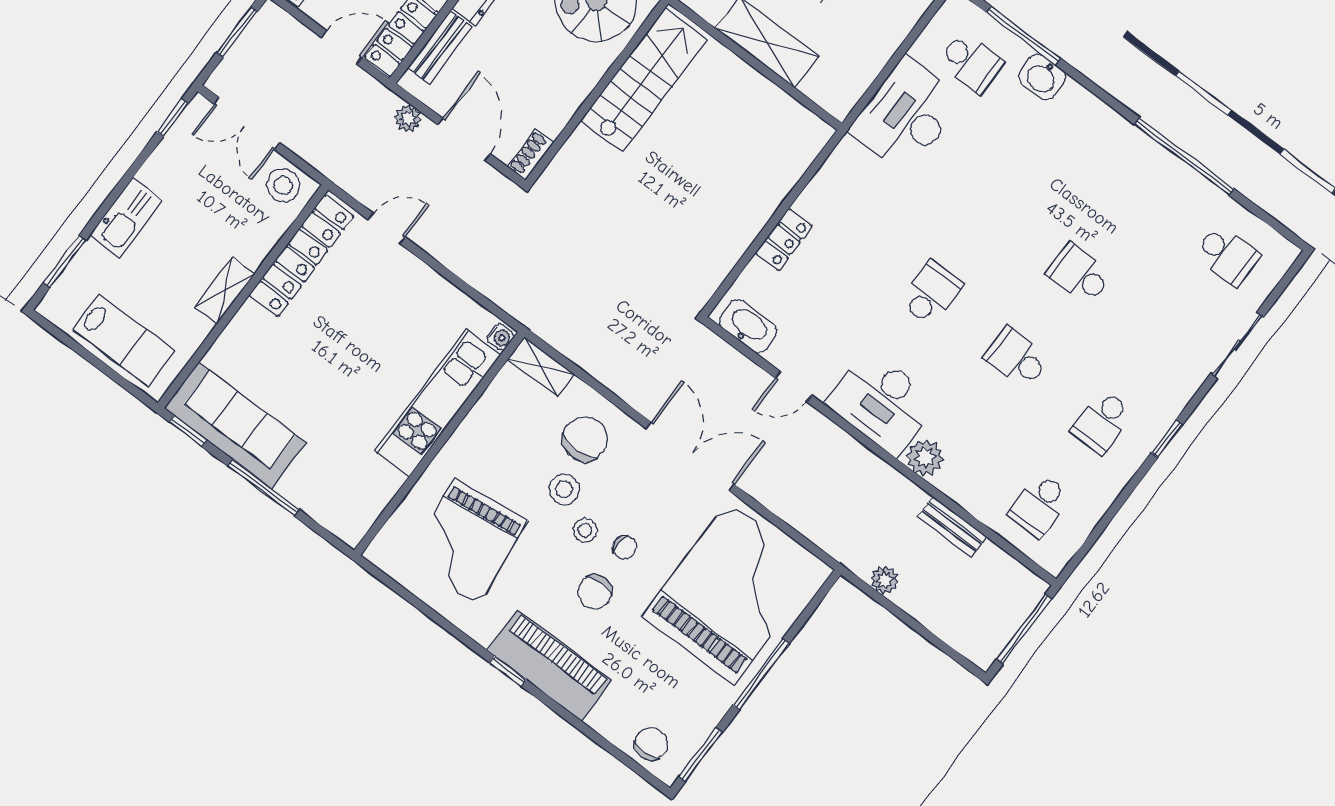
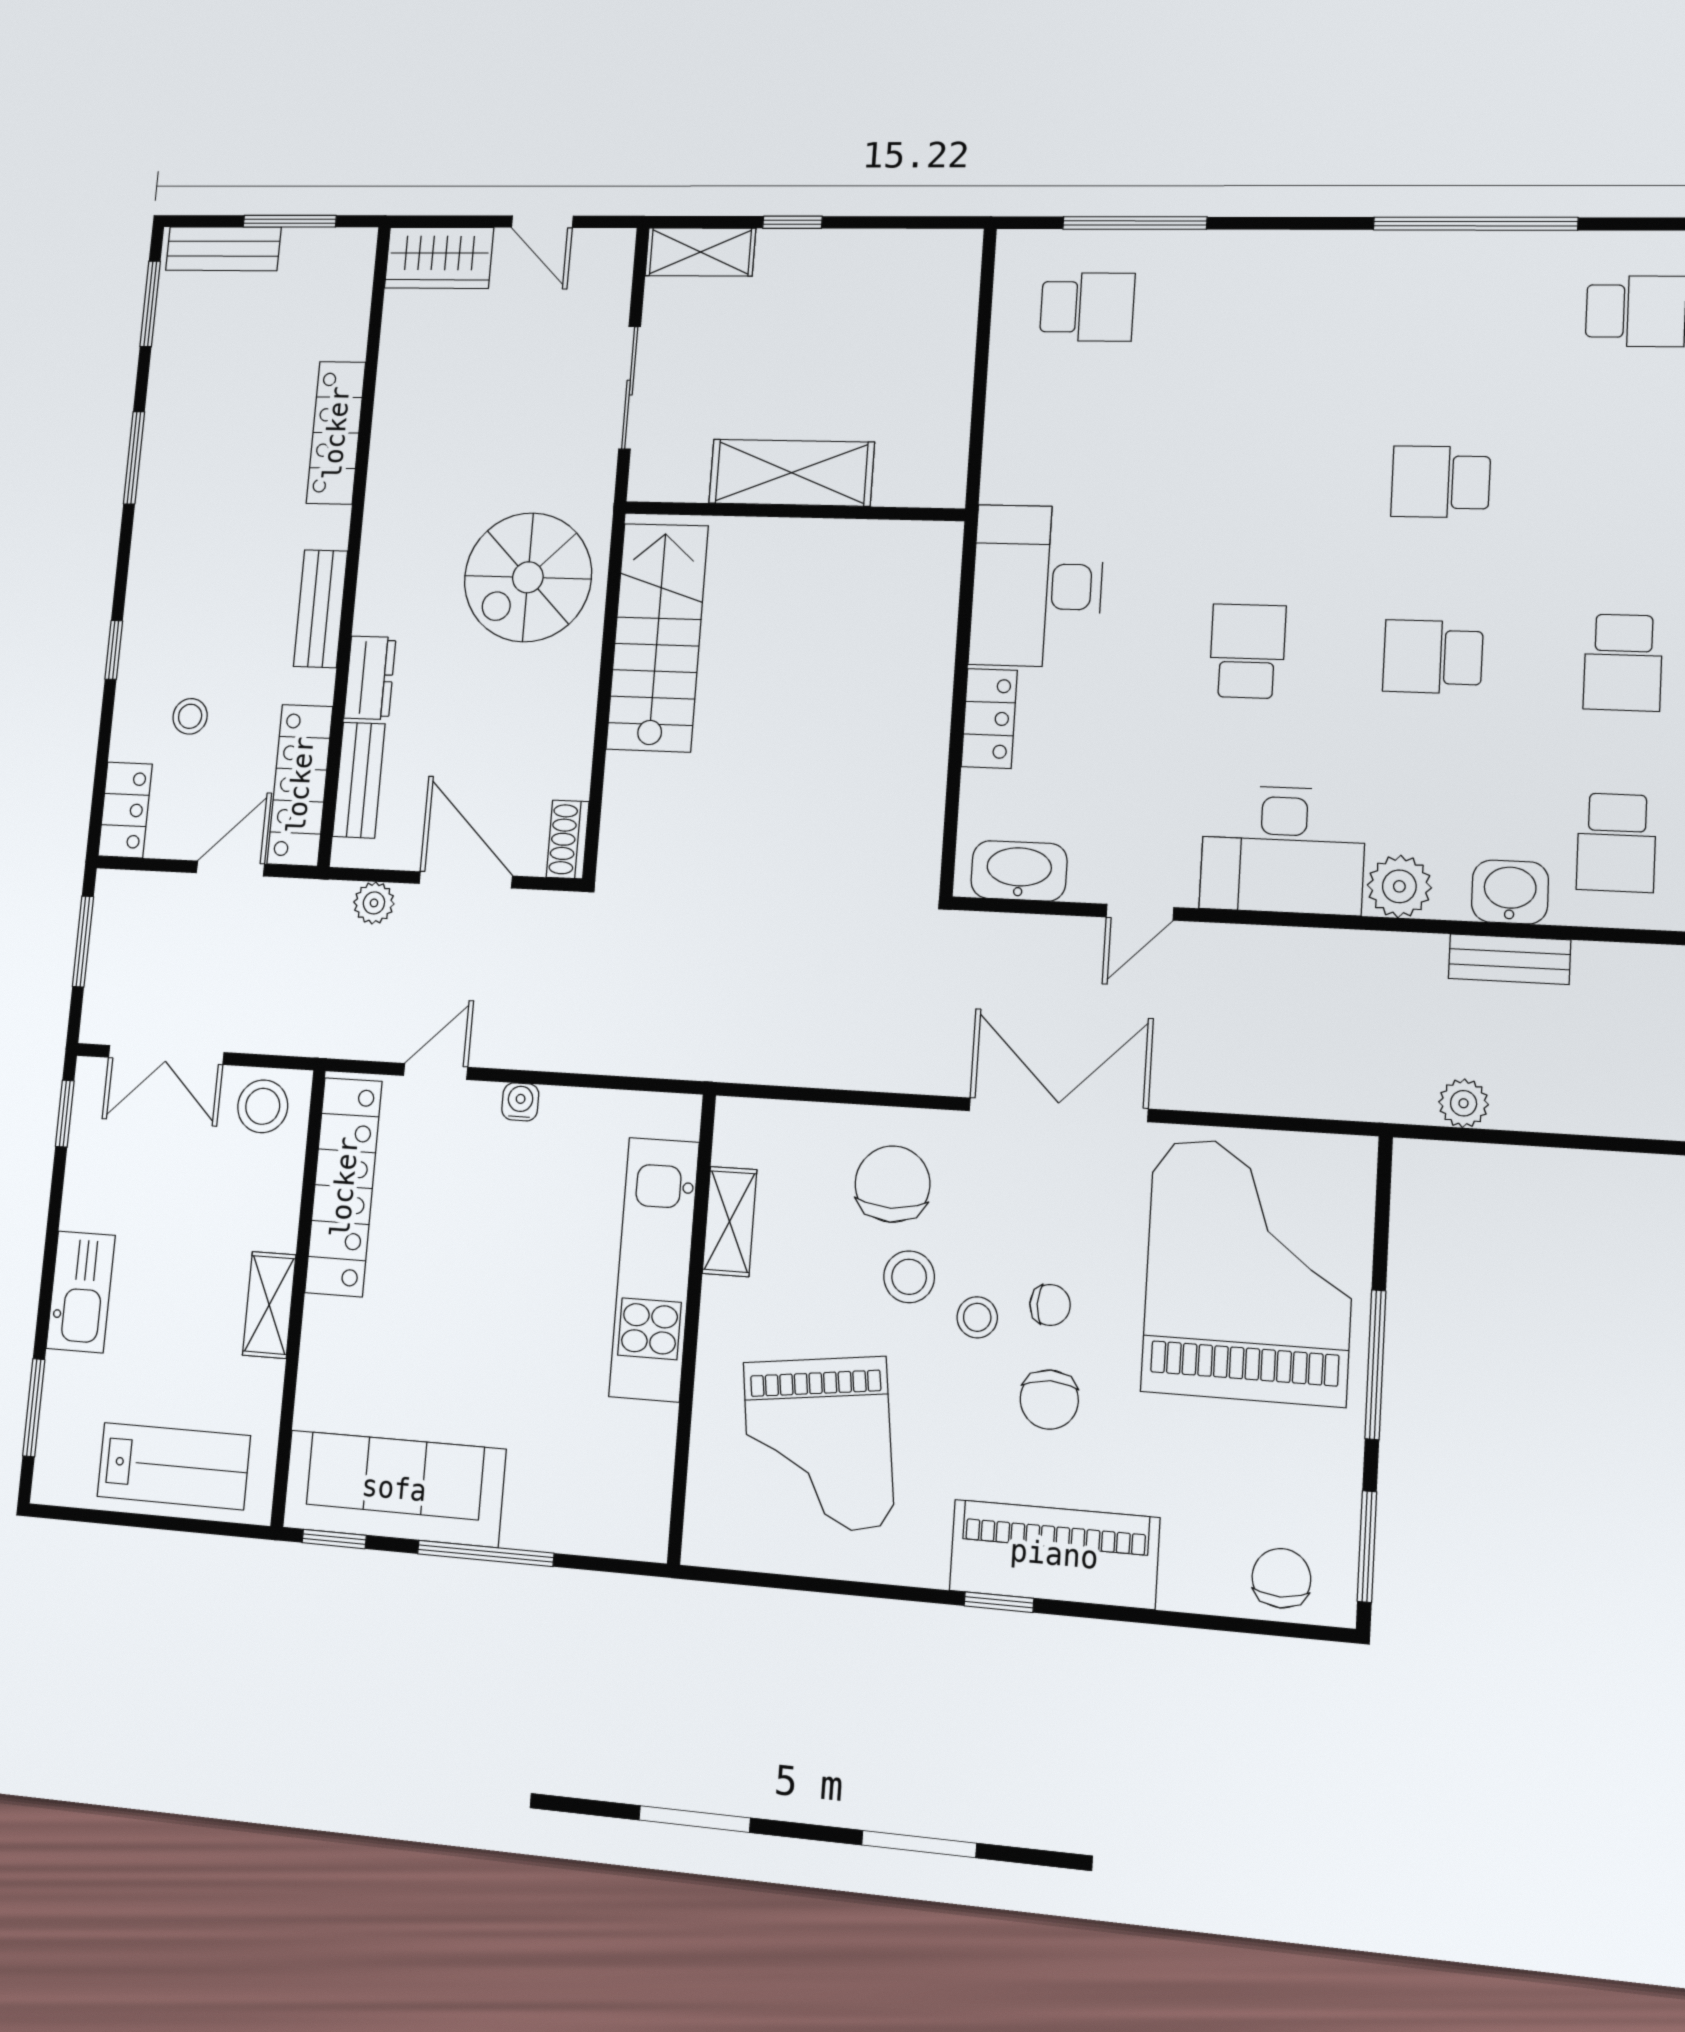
washbasin: (1042, 77) -> (1510, 892), moved, turned 180
desk: (906, 115) -> (1037, 586), moved
water cooler: (500, 337) -> (520, 1102), moved, turned -90
shelving: (541, 367) -> (730, 1221), moved, turned 90

